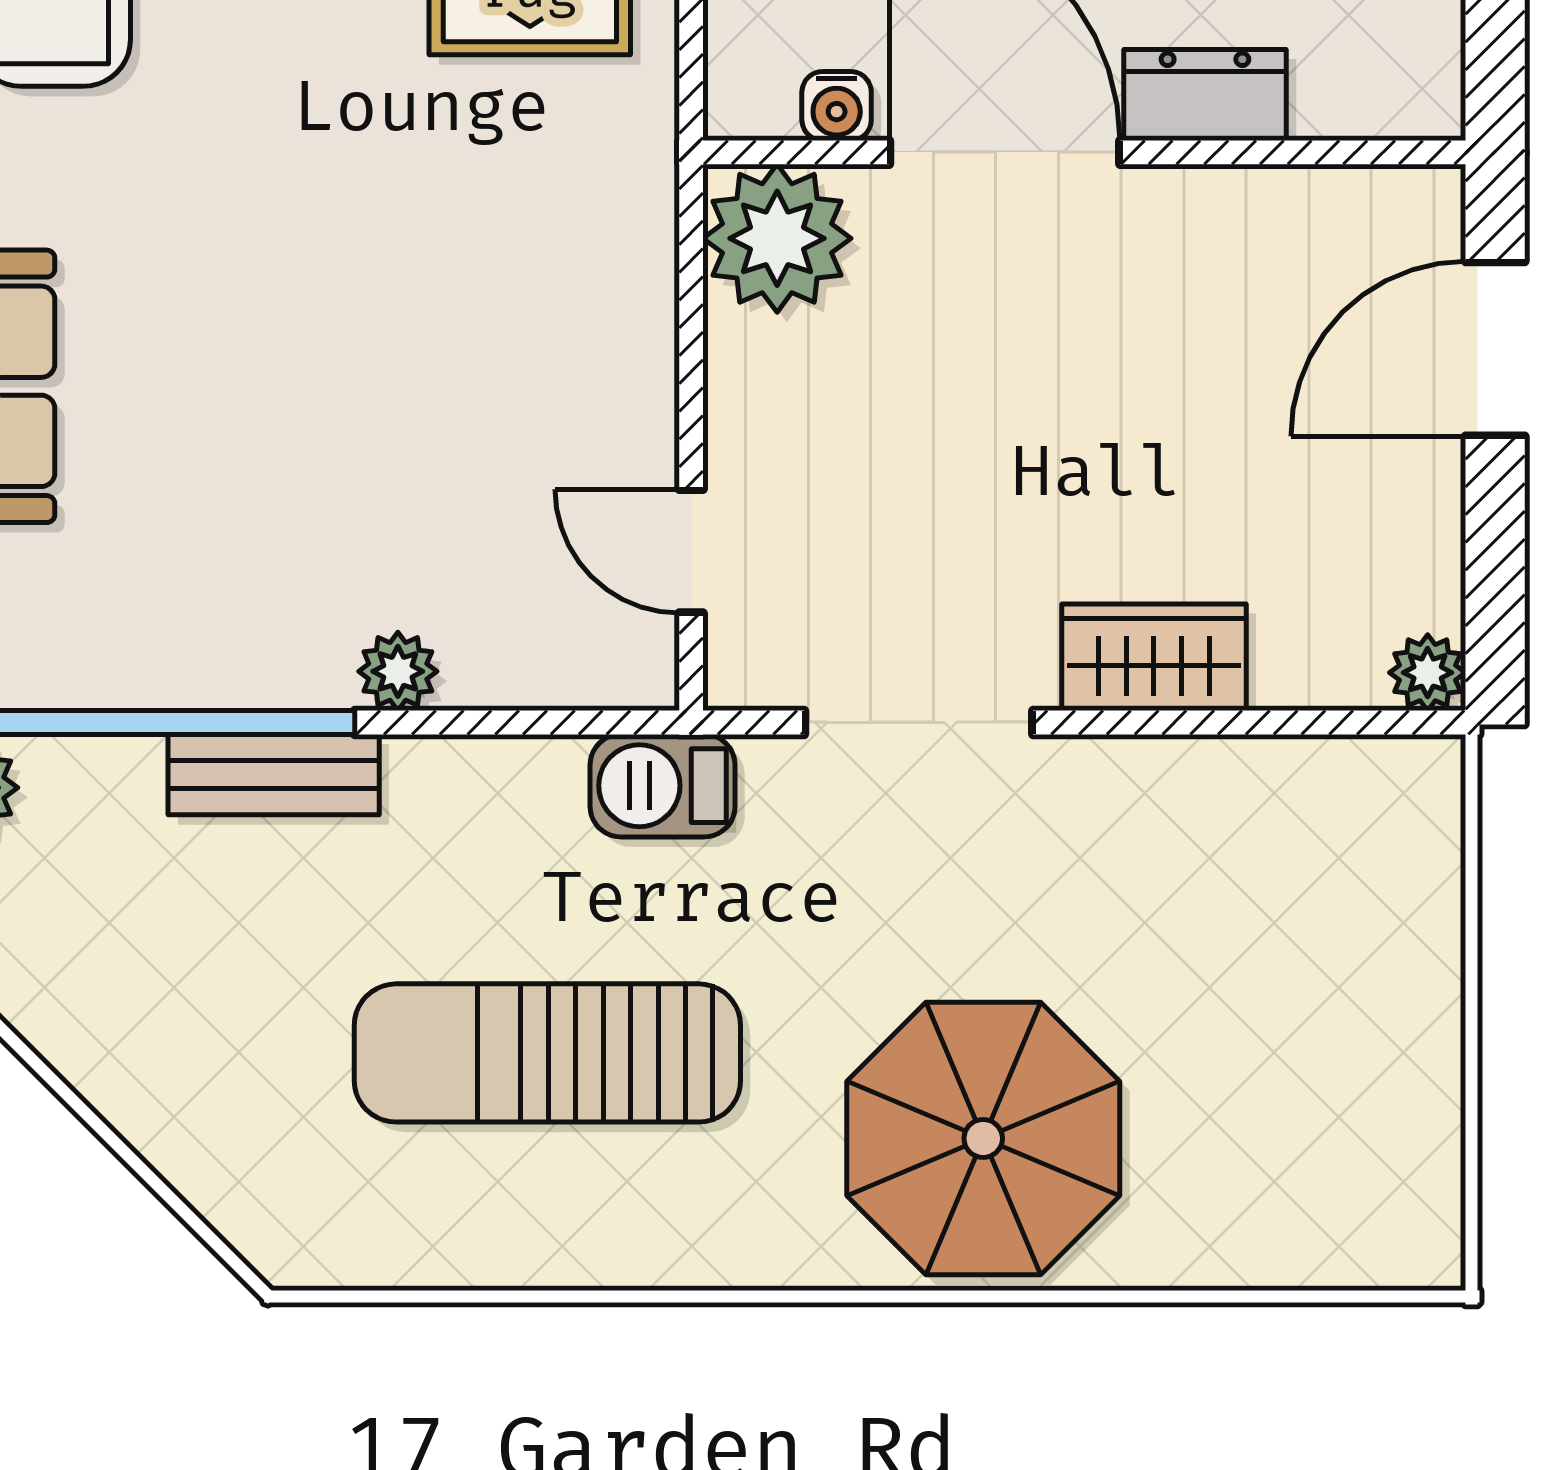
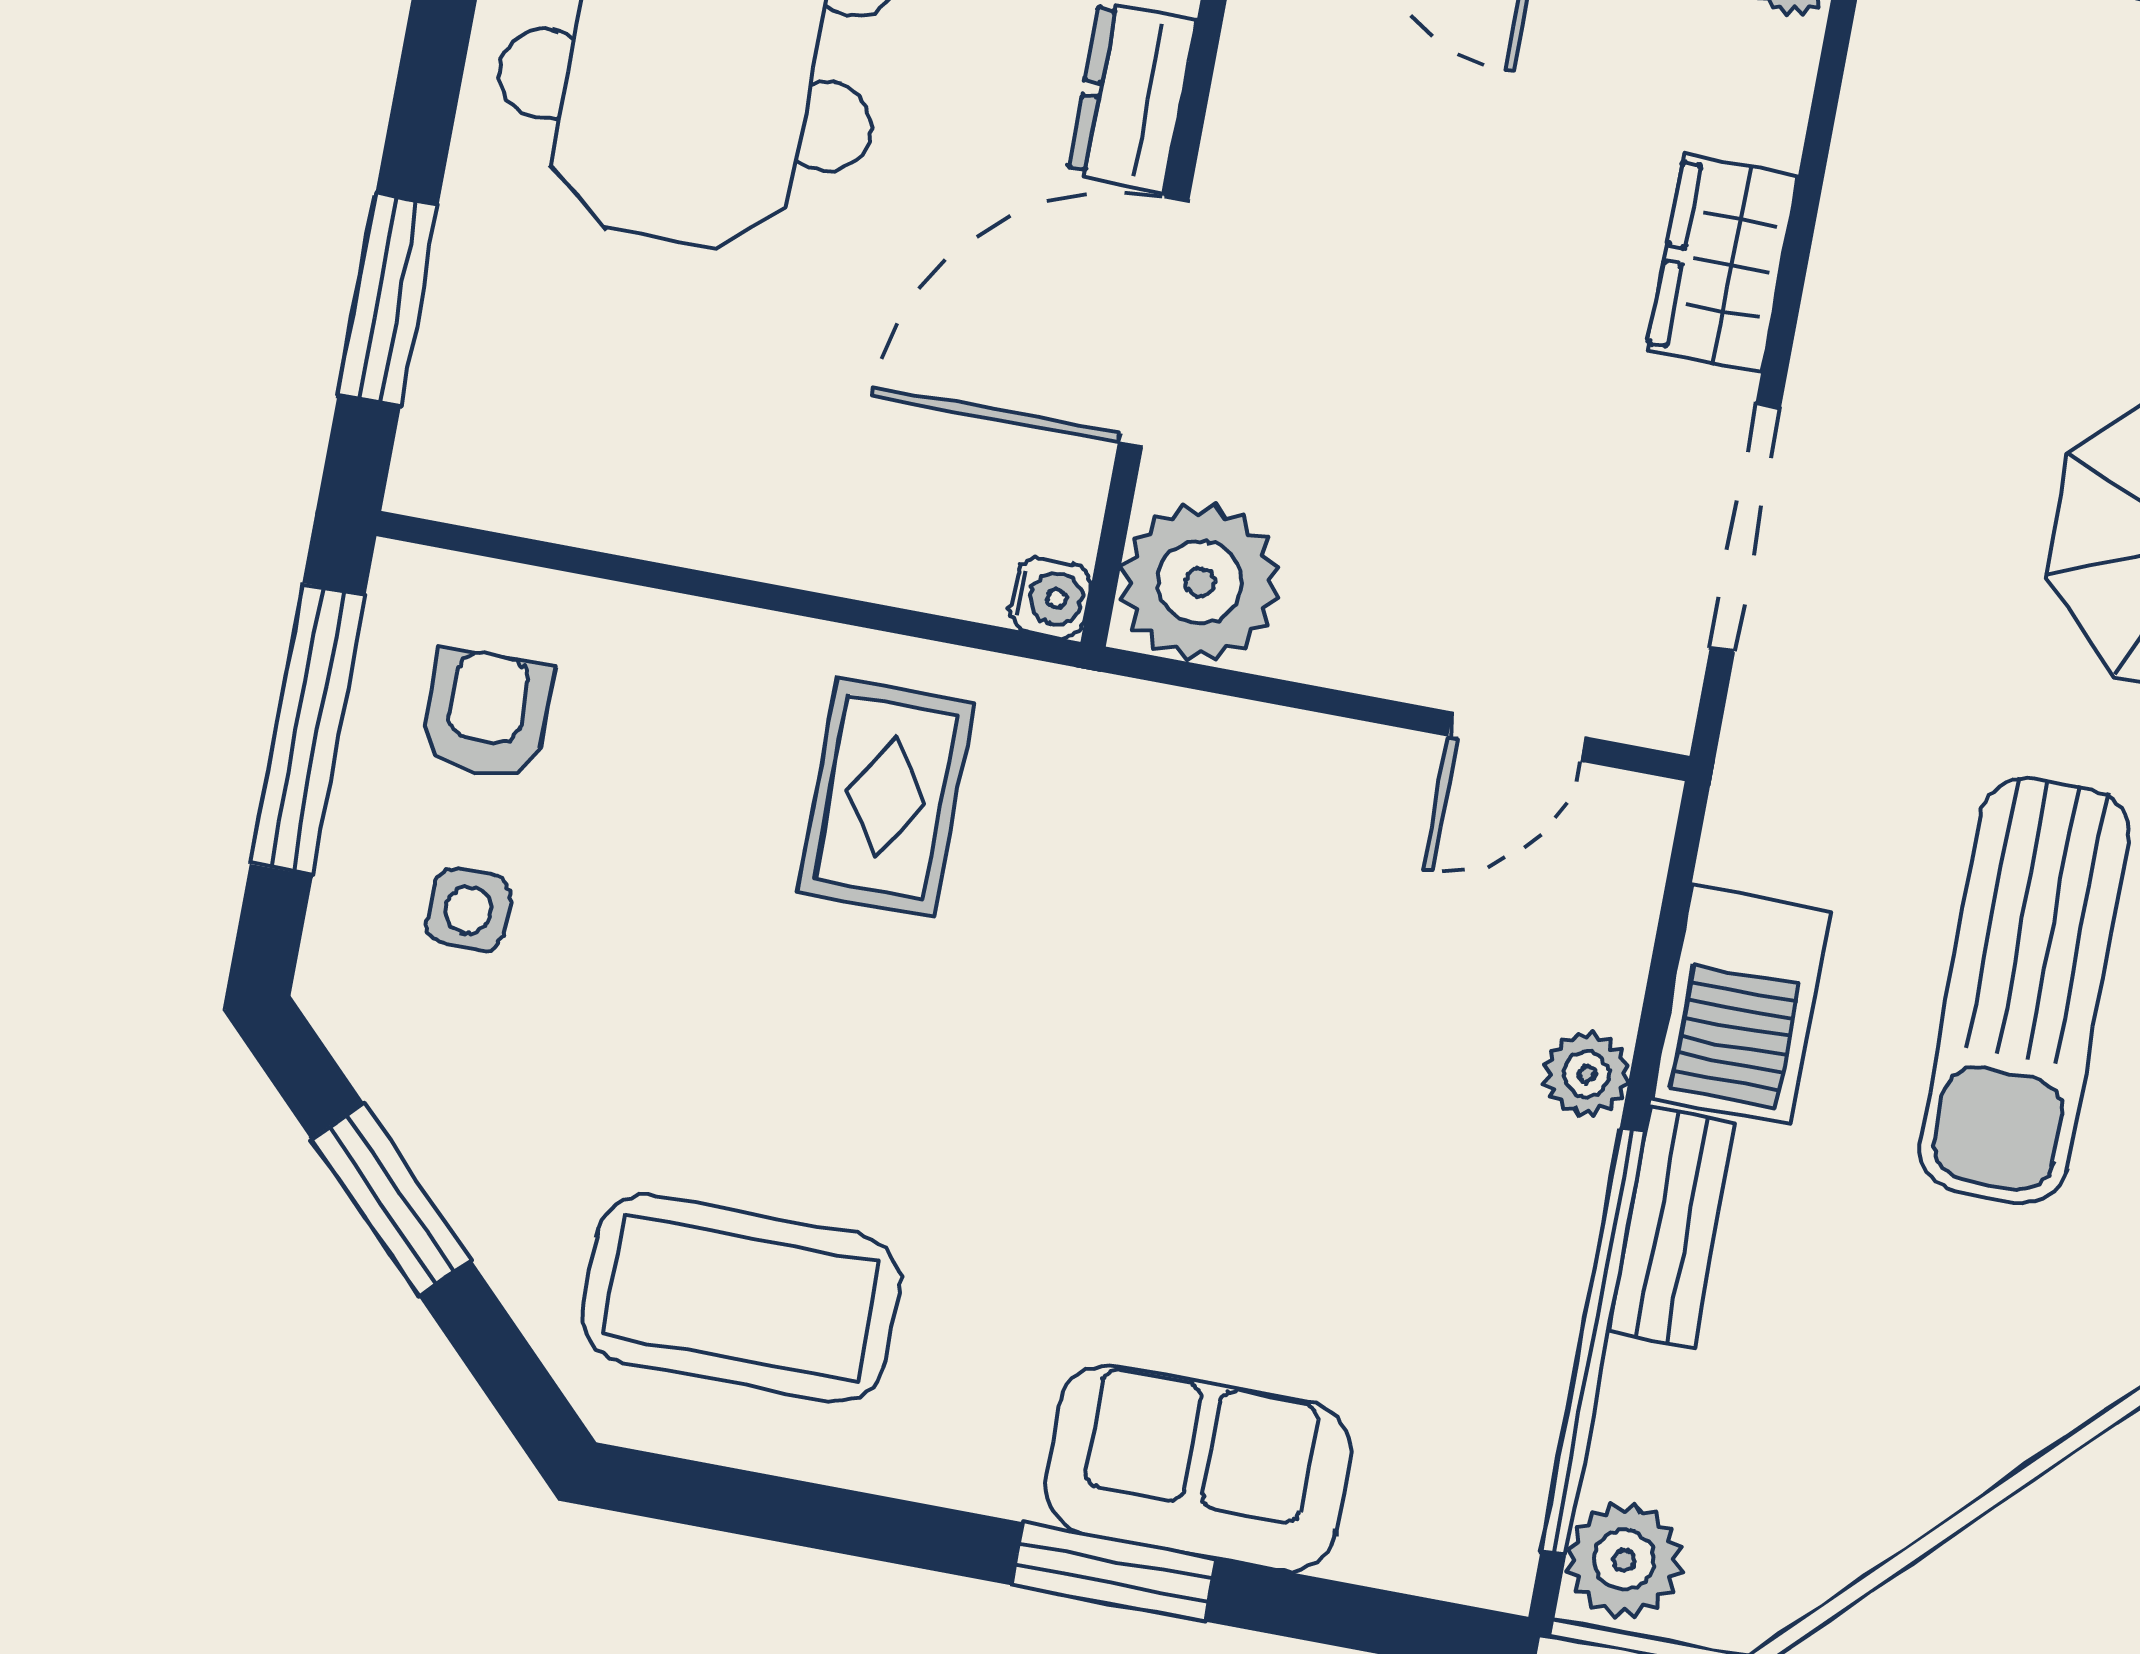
water cooler: (837, 106) -> (1050, 598), moved
barbecue: (663, 786) -> (1741, 1005), moved, width x1.38, depth x1.27

